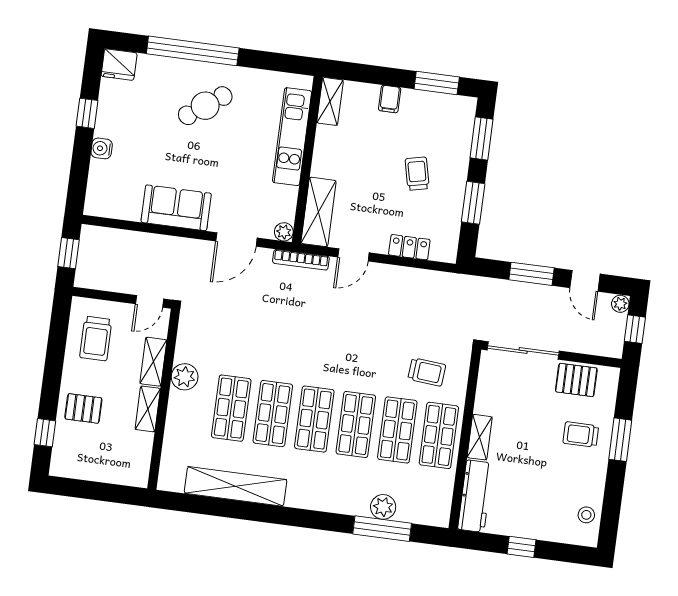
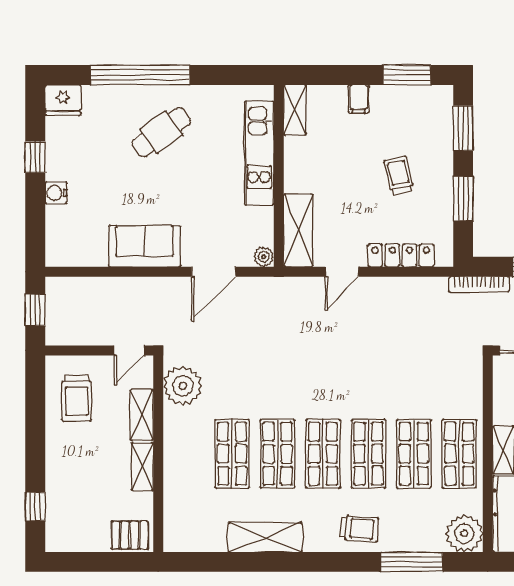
locker: (409, 247) -> (401, 255), width x1.53
bookcase: (301, 260) -> (479, 284), moved
trolley: (427, 372) -> (359, 529), moved
plant: (185, 377) -> (183, 386), moved, width x1.36, depth x1.36
pallet: (83, 408) -> (130, 535), moved
shelving: (236, 486) -> (265, 537), width x0.68
plant: (383, 507) -> (464, 534), moved, width x1.36, depth x1.36

